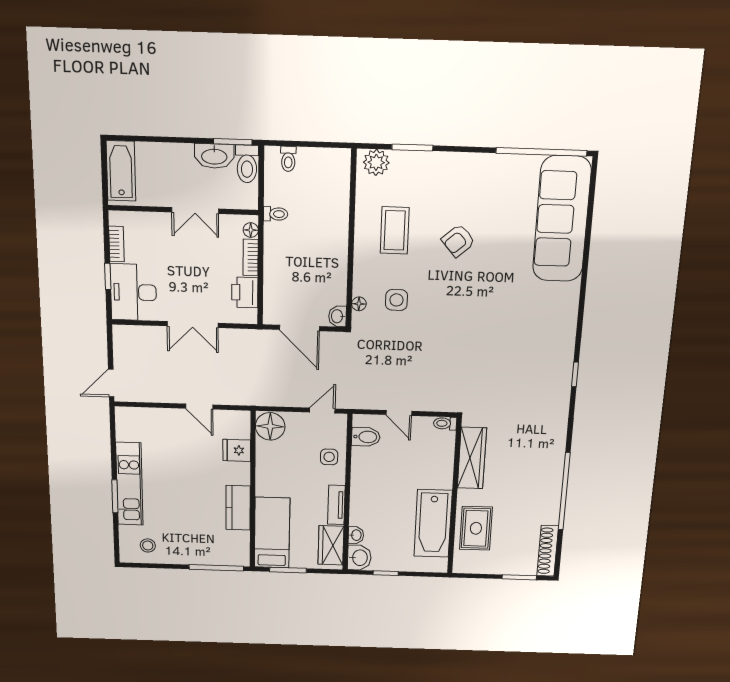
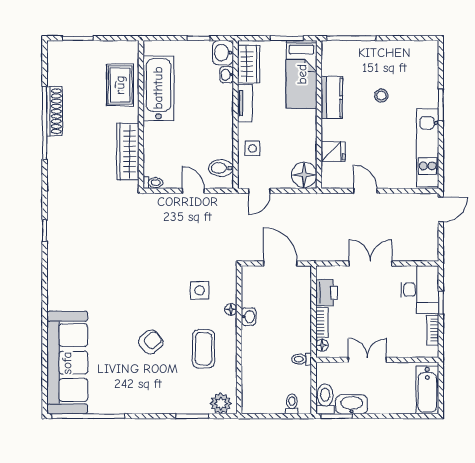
floor lamp: (359, 304) -> (231, 309), moved
washbasin: (337, 316) -> (249, 317), moved
kitchen unit: (129, 484) -> (428, 148), moved
stool: (148, 545) -> (381, 96), moved
shoe rack: (548, 551) -> (54, 111), moved

